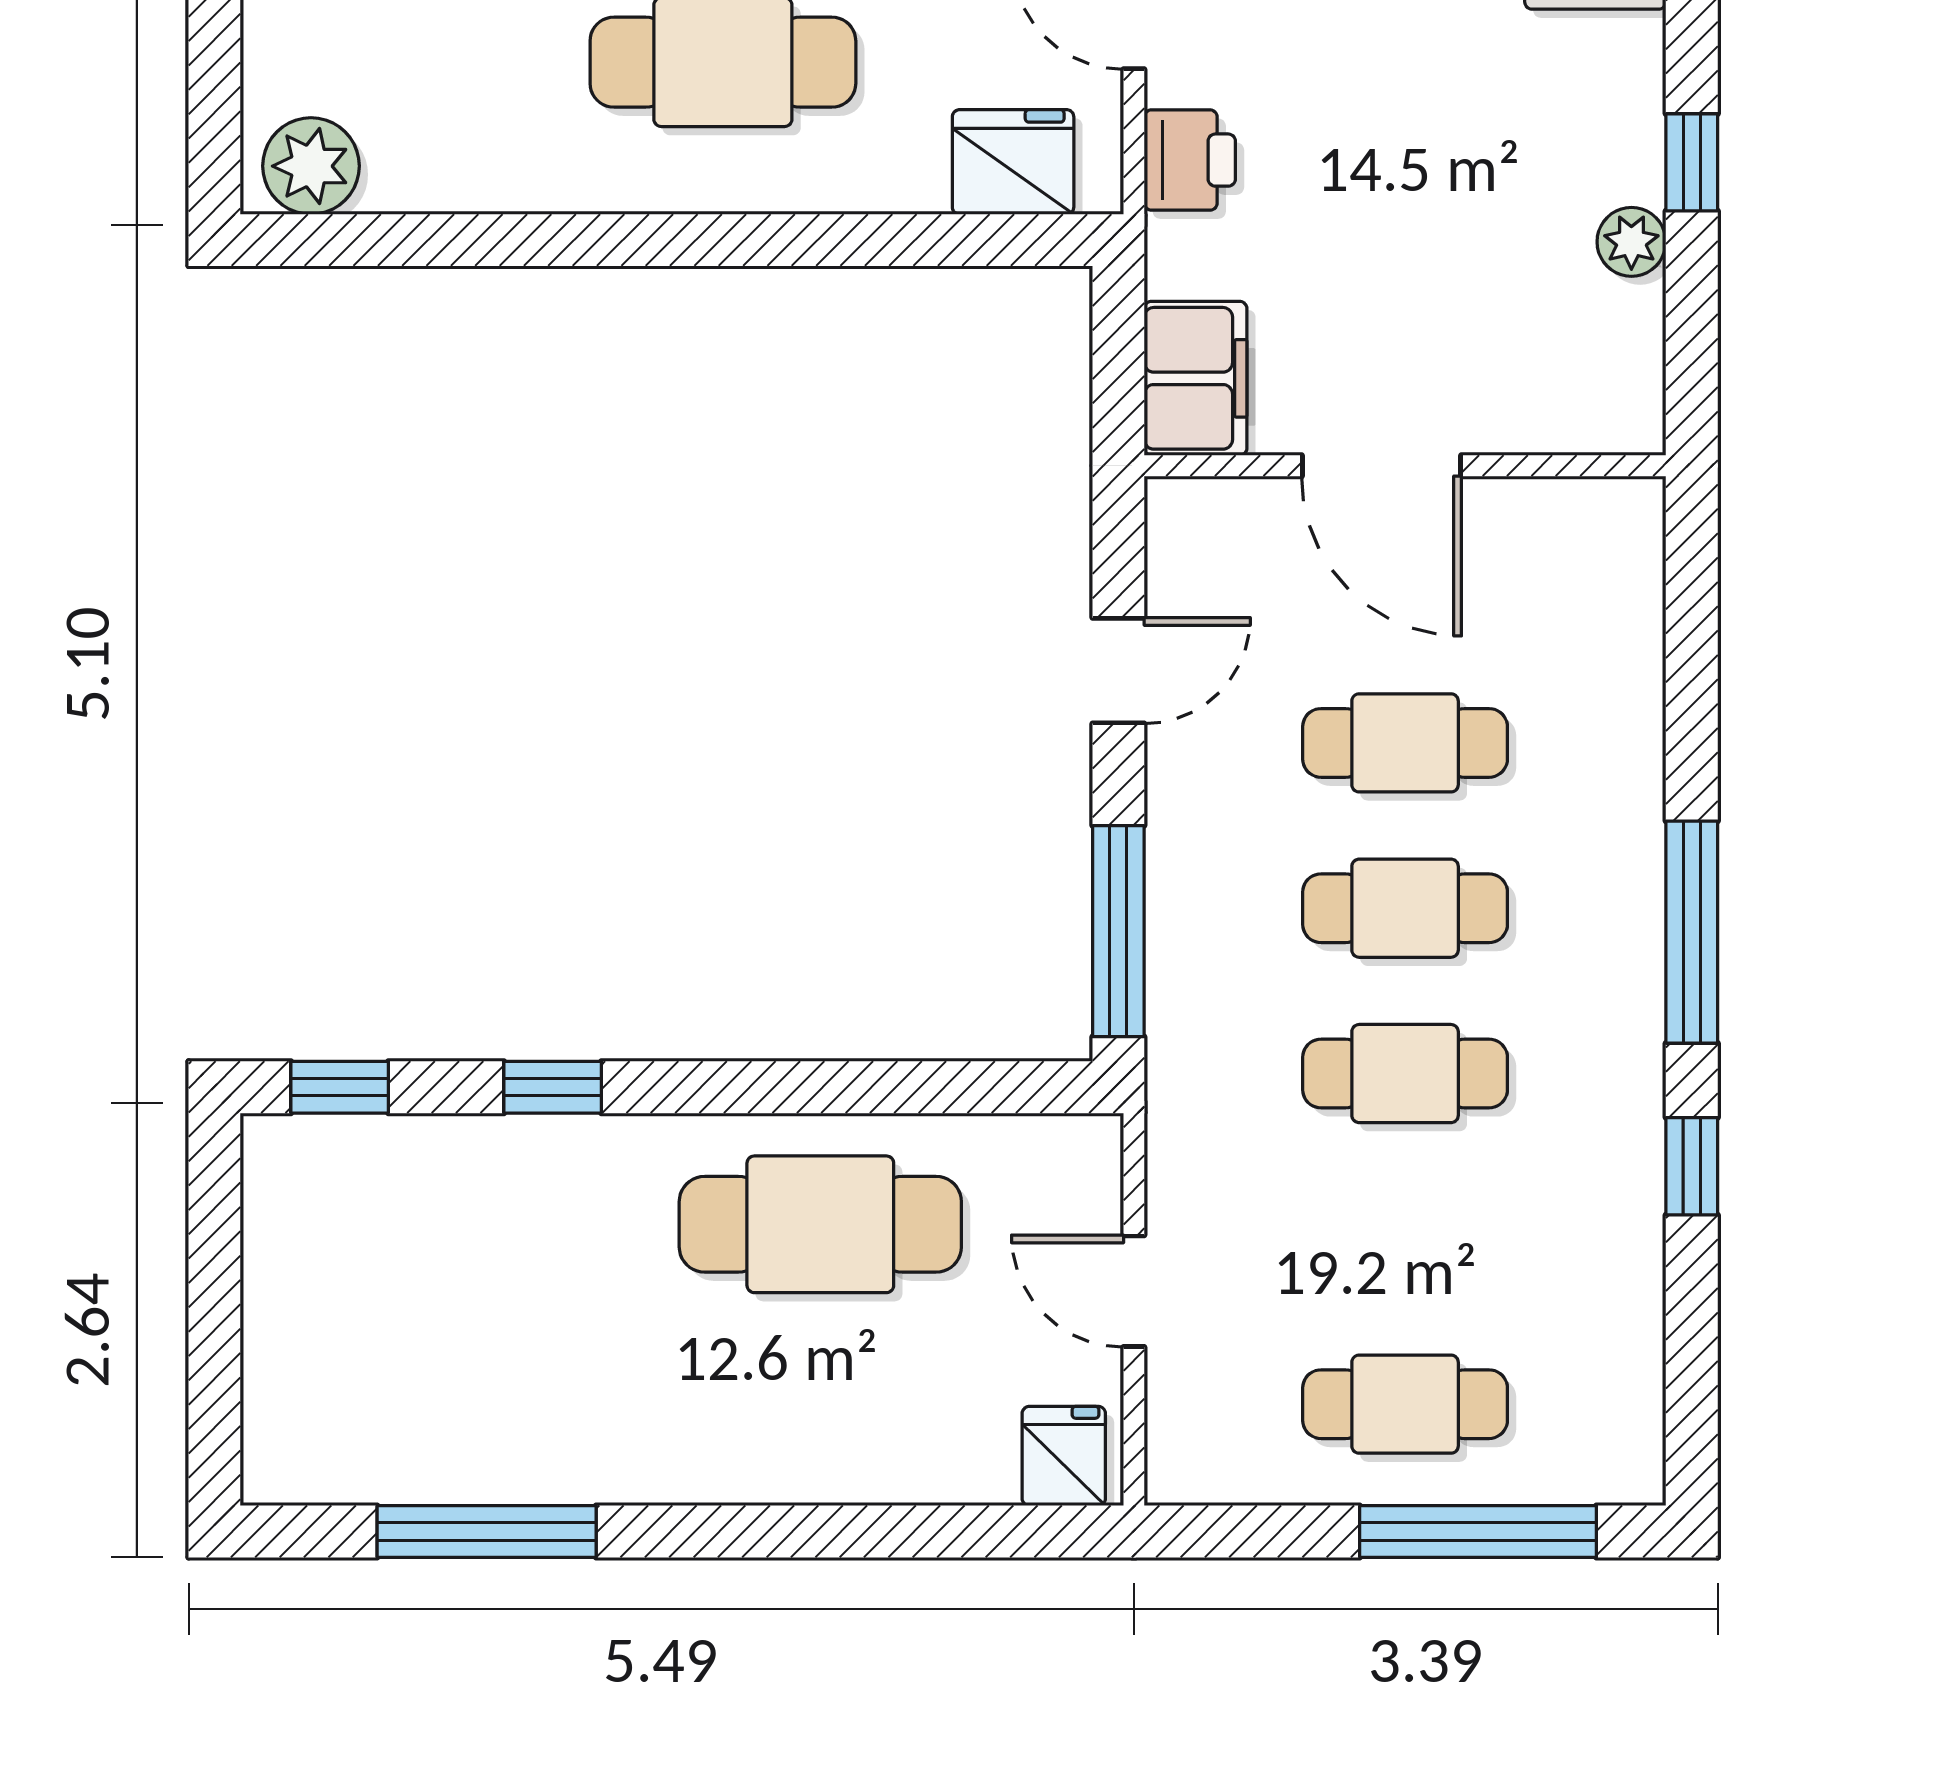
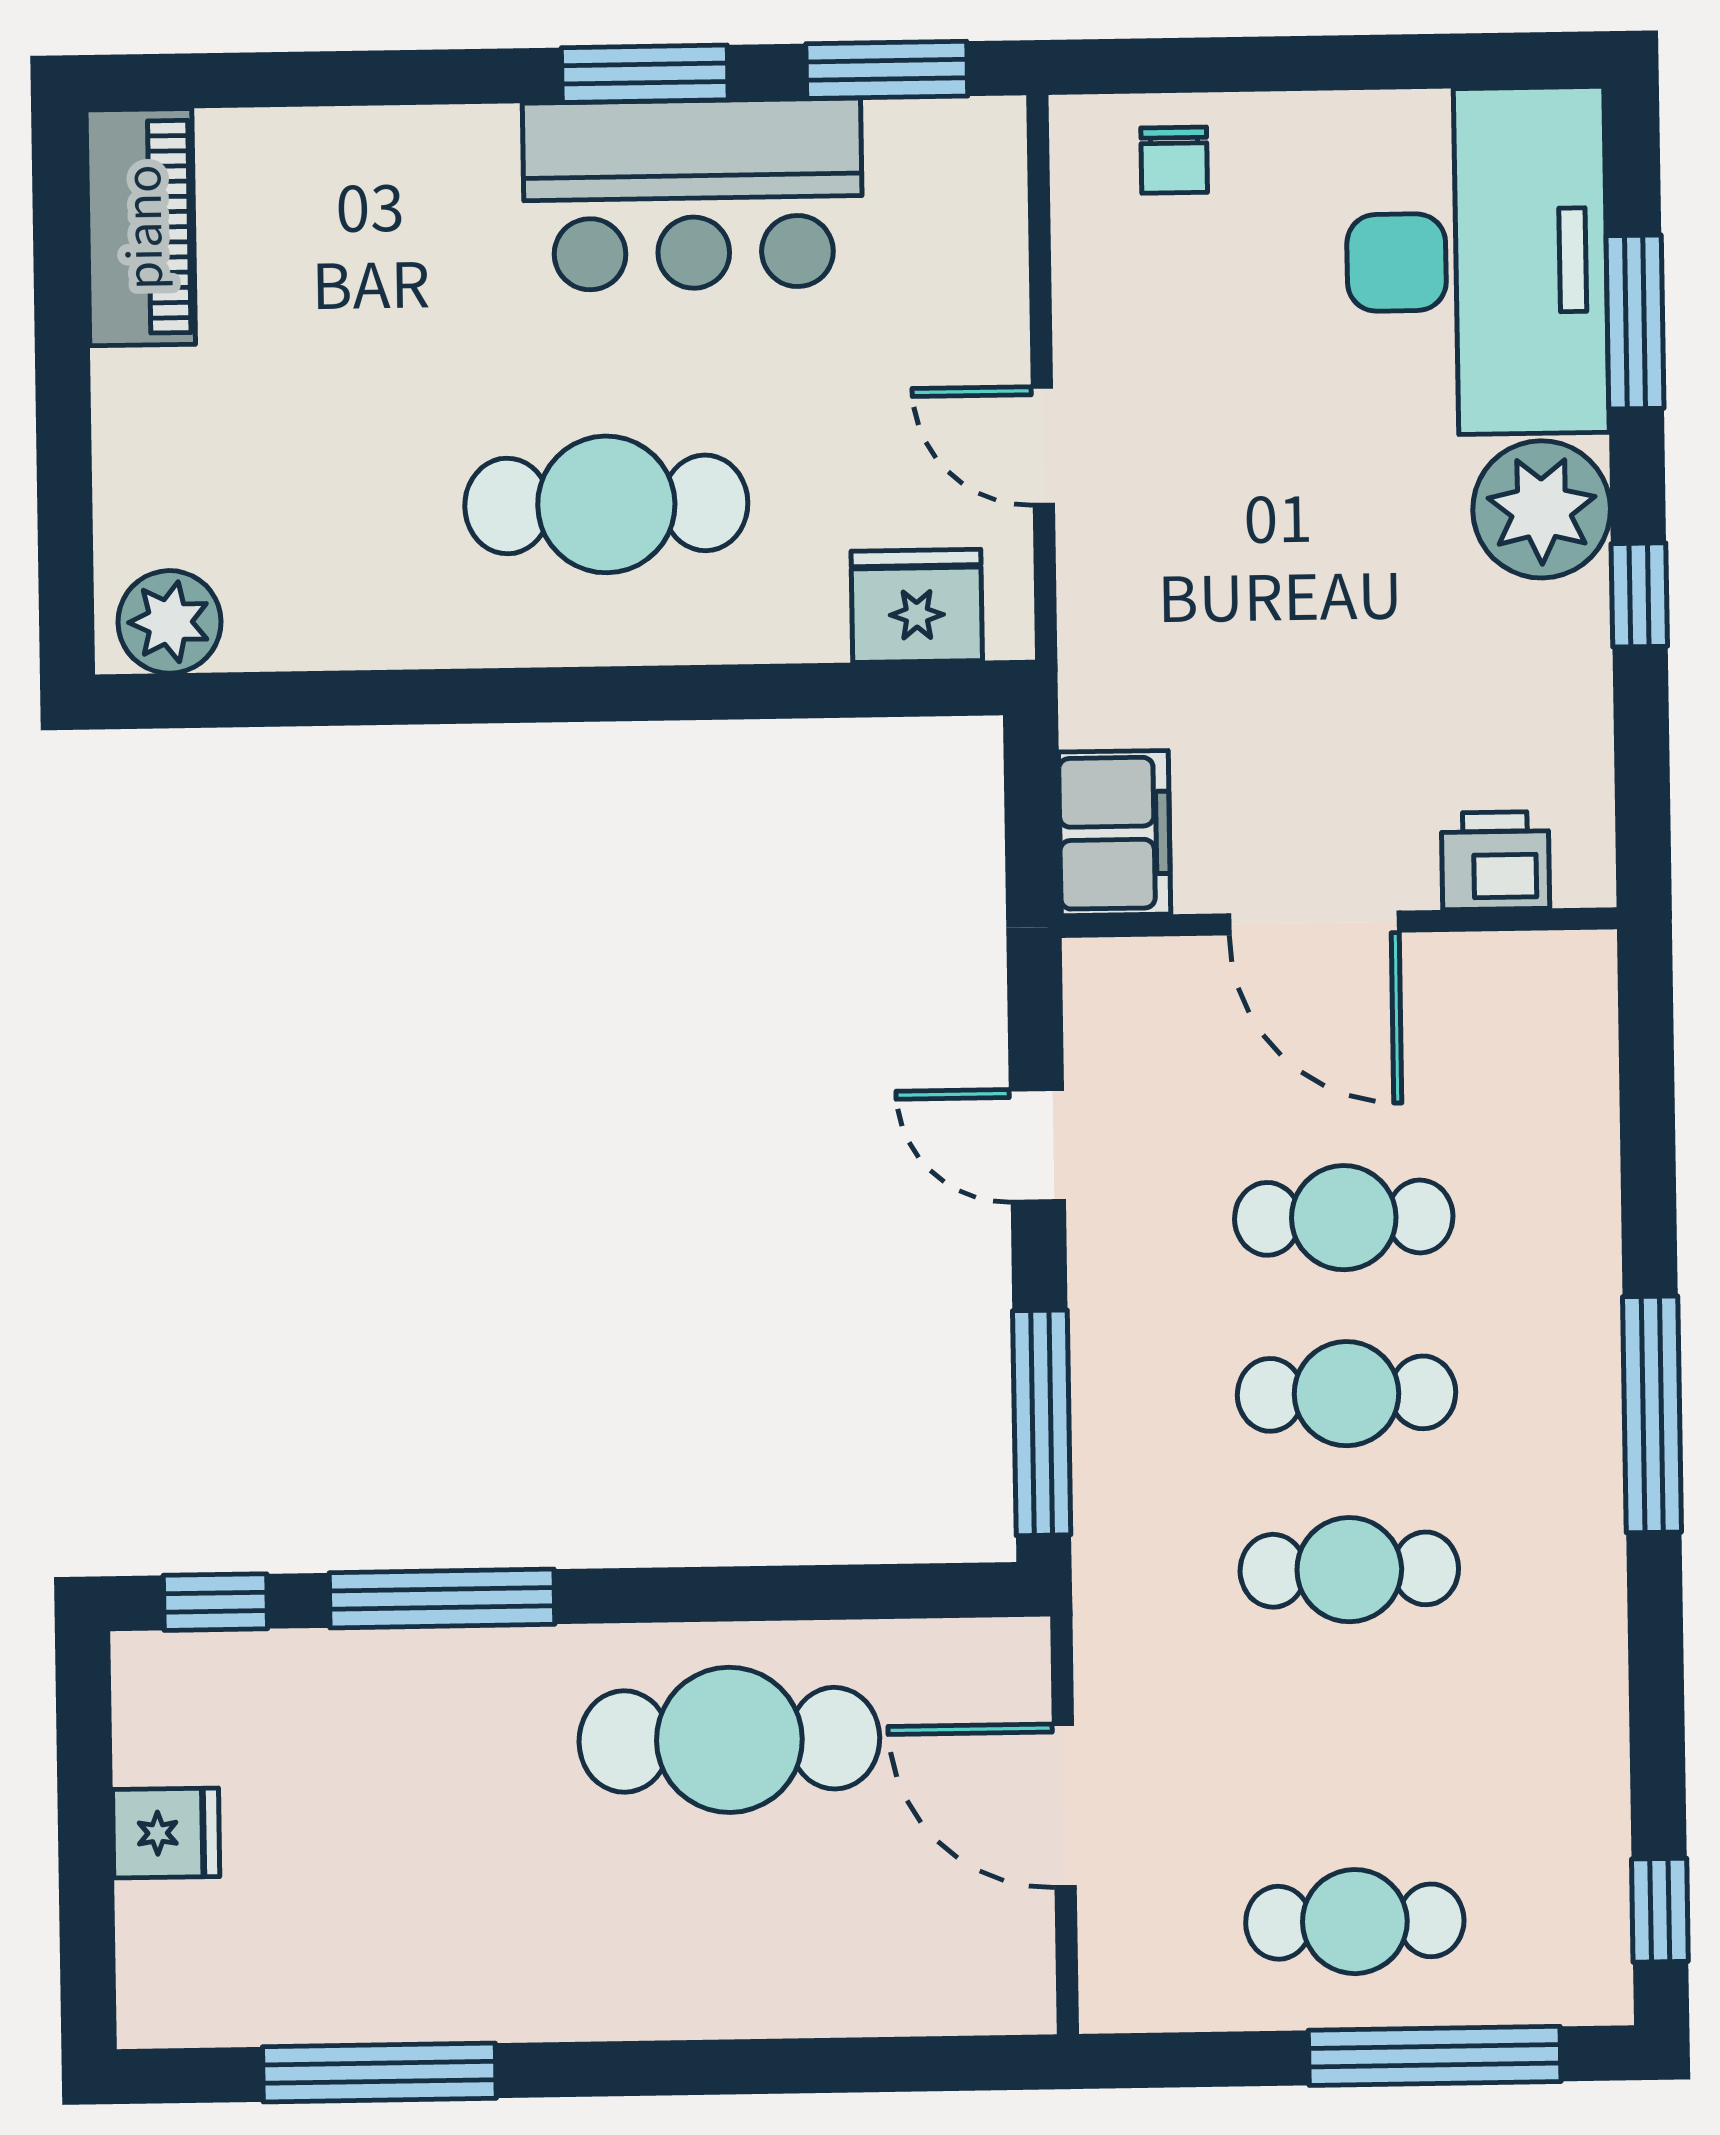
printer: (1190, 160) -> (1495, 861), moved, turned -90
plant: (1631, 242) -> (1542, 509), moved, width x1.88, depth x1.88
door: (1118, 671) -> (1037, 1145), swing flipped
window: (553, 1087) -> (442, 1598), width x2.17
window: (1692, 1166) -> (1660, 1910), moved
door: (1134, 1291) -> (1064, 1806), width x1.38
fridge: (1064, 1456) -> (166, 1833), moved, turned 90

